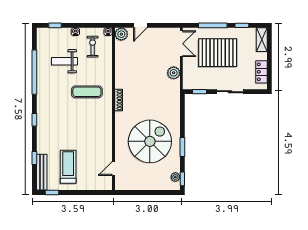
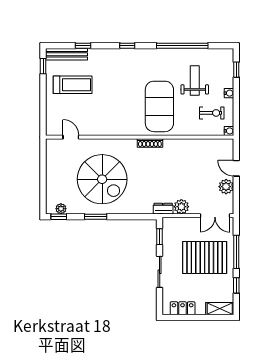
plant: (121, 34) -> (226, 187), moved
pallet: (218, 53) -> (205, 257), turned 90
dresser: (175, 89) -> (163, 209), added
exercise mat: (87, 92) -> (159, 106), width x2.00, depth x1.45

